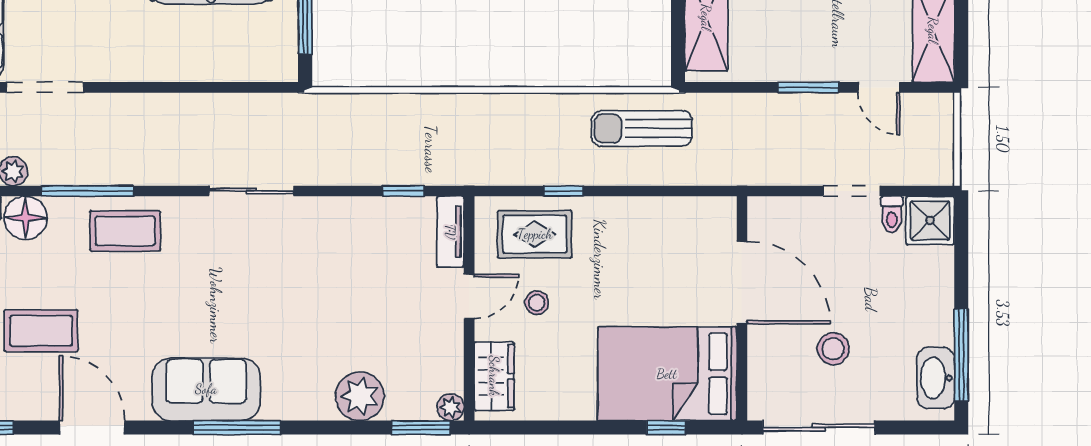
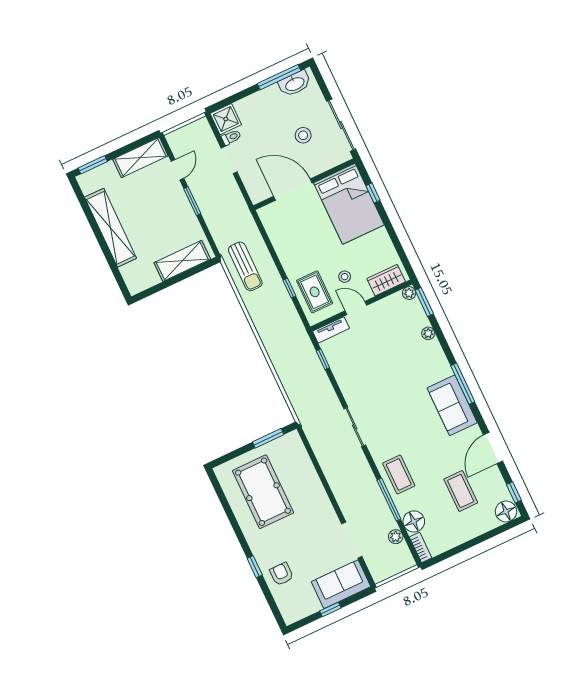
door: (742, 283) -> (293, 190), hinge flipped
plant: (360, 396) -> (428, 333), width x0.53, depth x0.53

